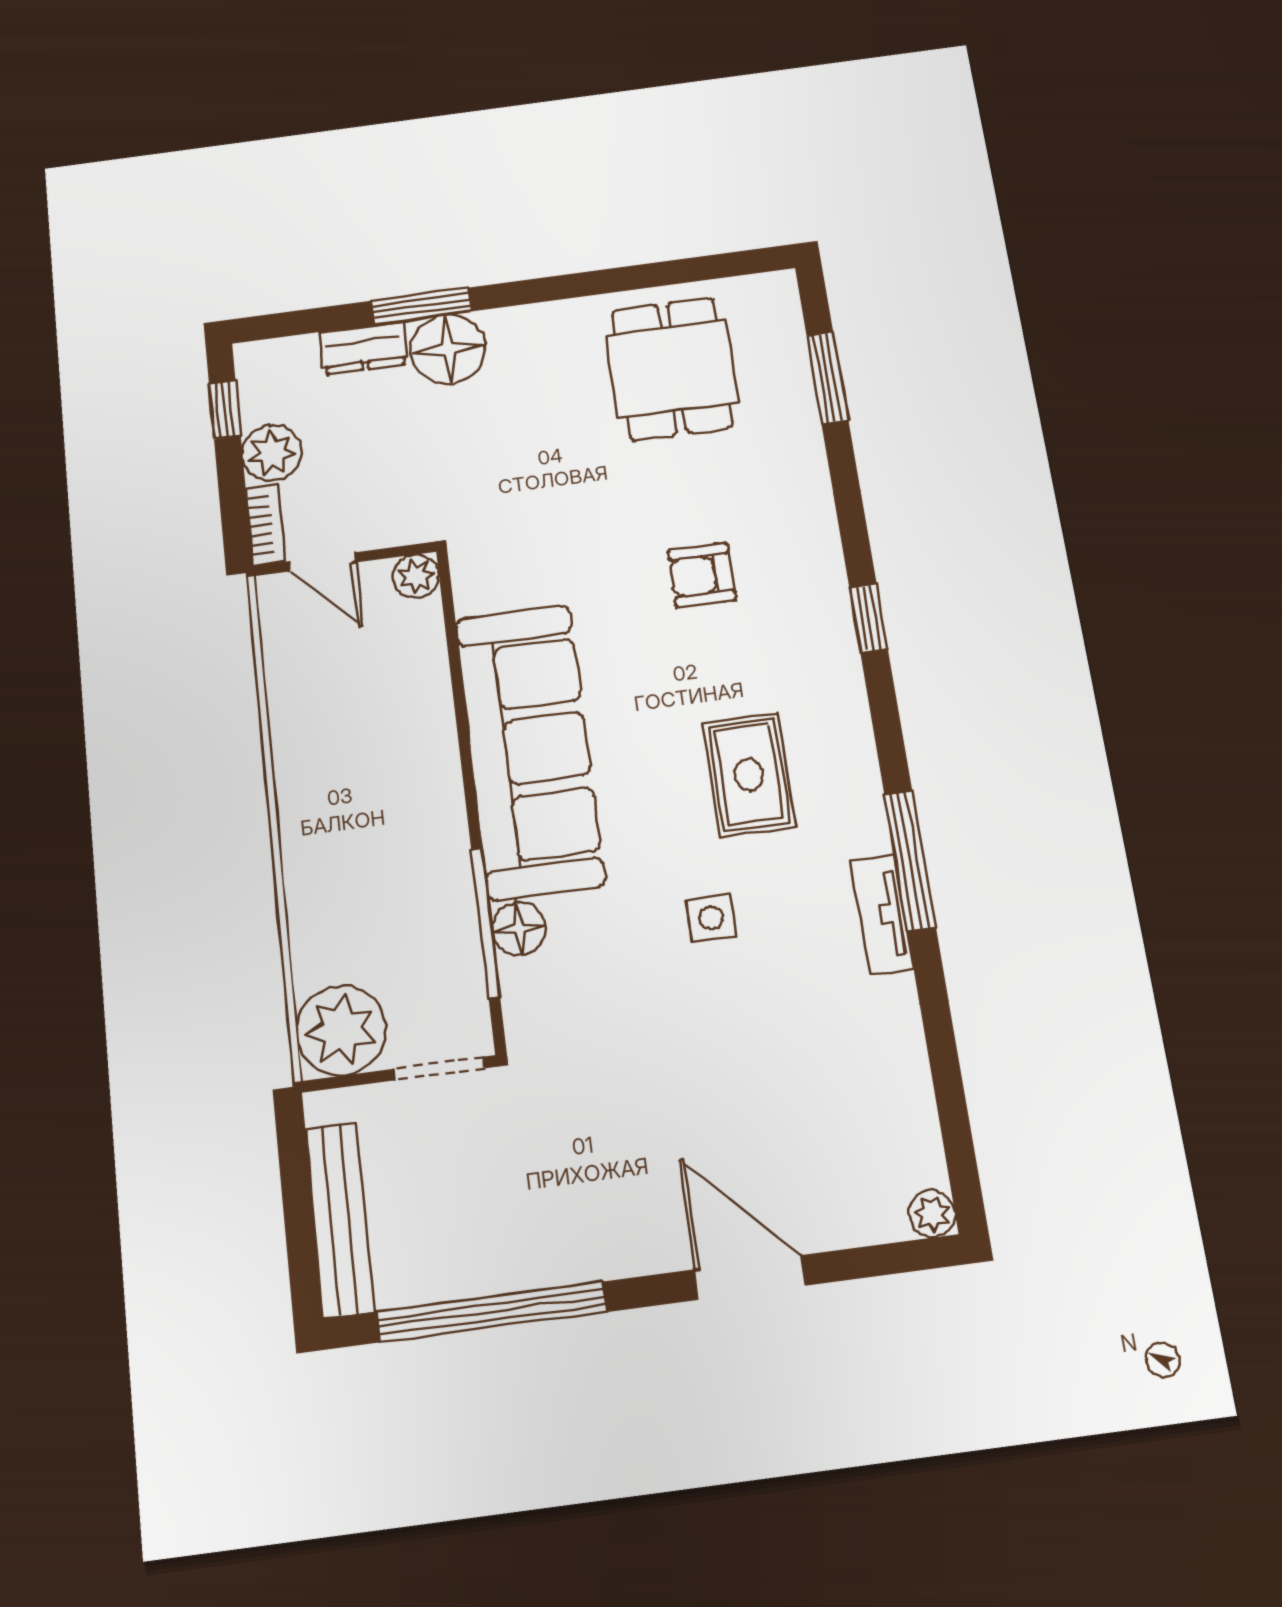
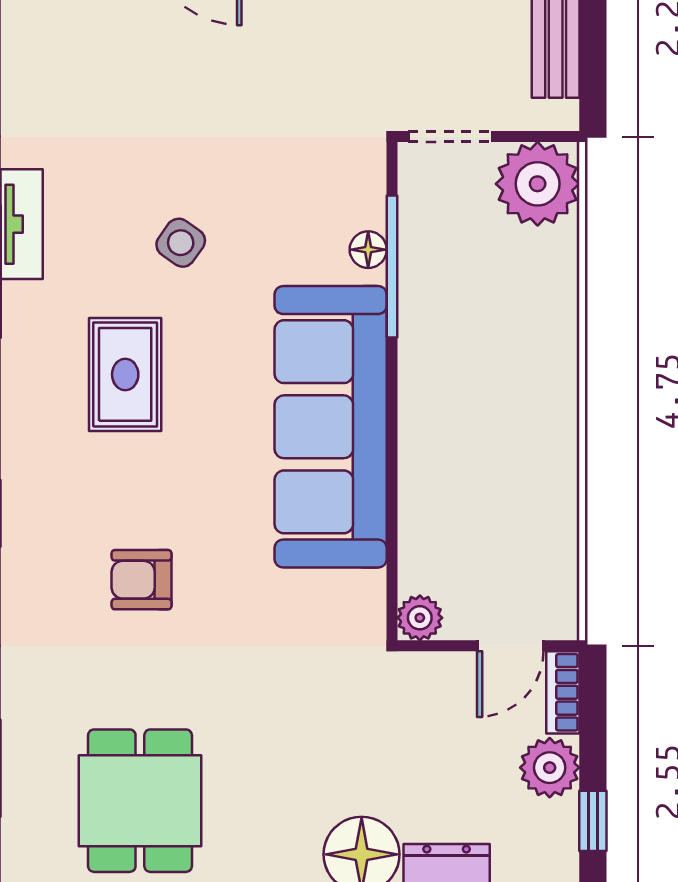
door: (322, 562) -> (510, 646), swing flipped
armchair: (702, 575) -> (142, 580), turned 180
side table: (711, 918) -> (181, 243), turned 35
floor lamp: (519, 929) -> (368, 250), width x0.73, depth x0.73

